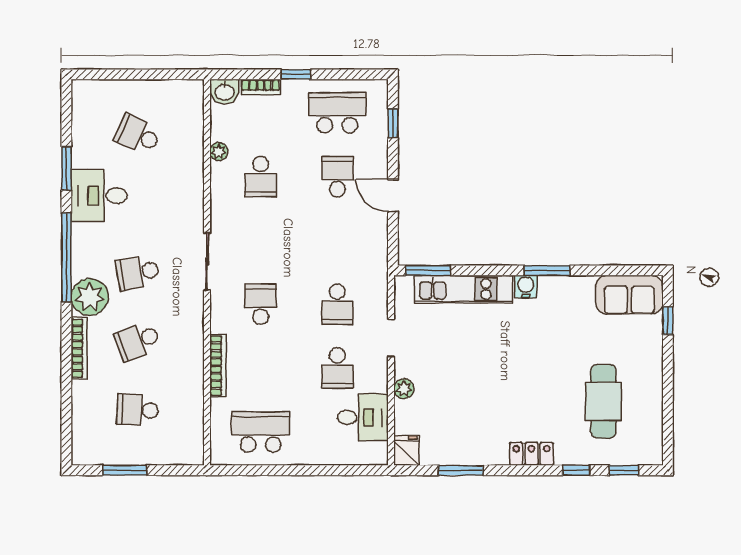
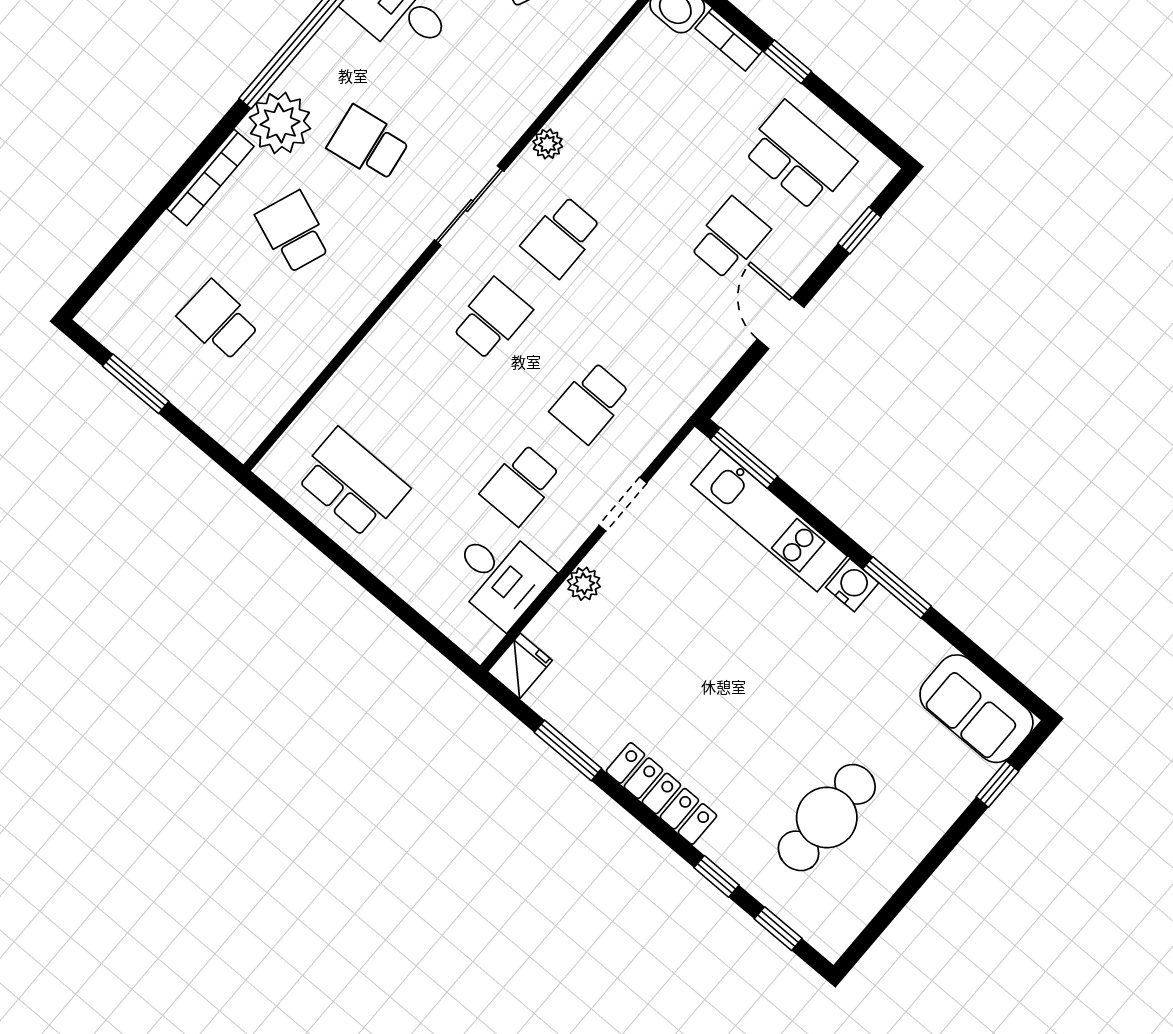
plant: (219, 152) -> (548, 144), moved
school desk: (261, 177) -> (561, 237), moved
school desk: (138, 341) -> (293, 232), turned 42
bookcase: (218, 366) -> (370, 351), removed
locker: (532, 454) -> (661, 794), width x1.53

